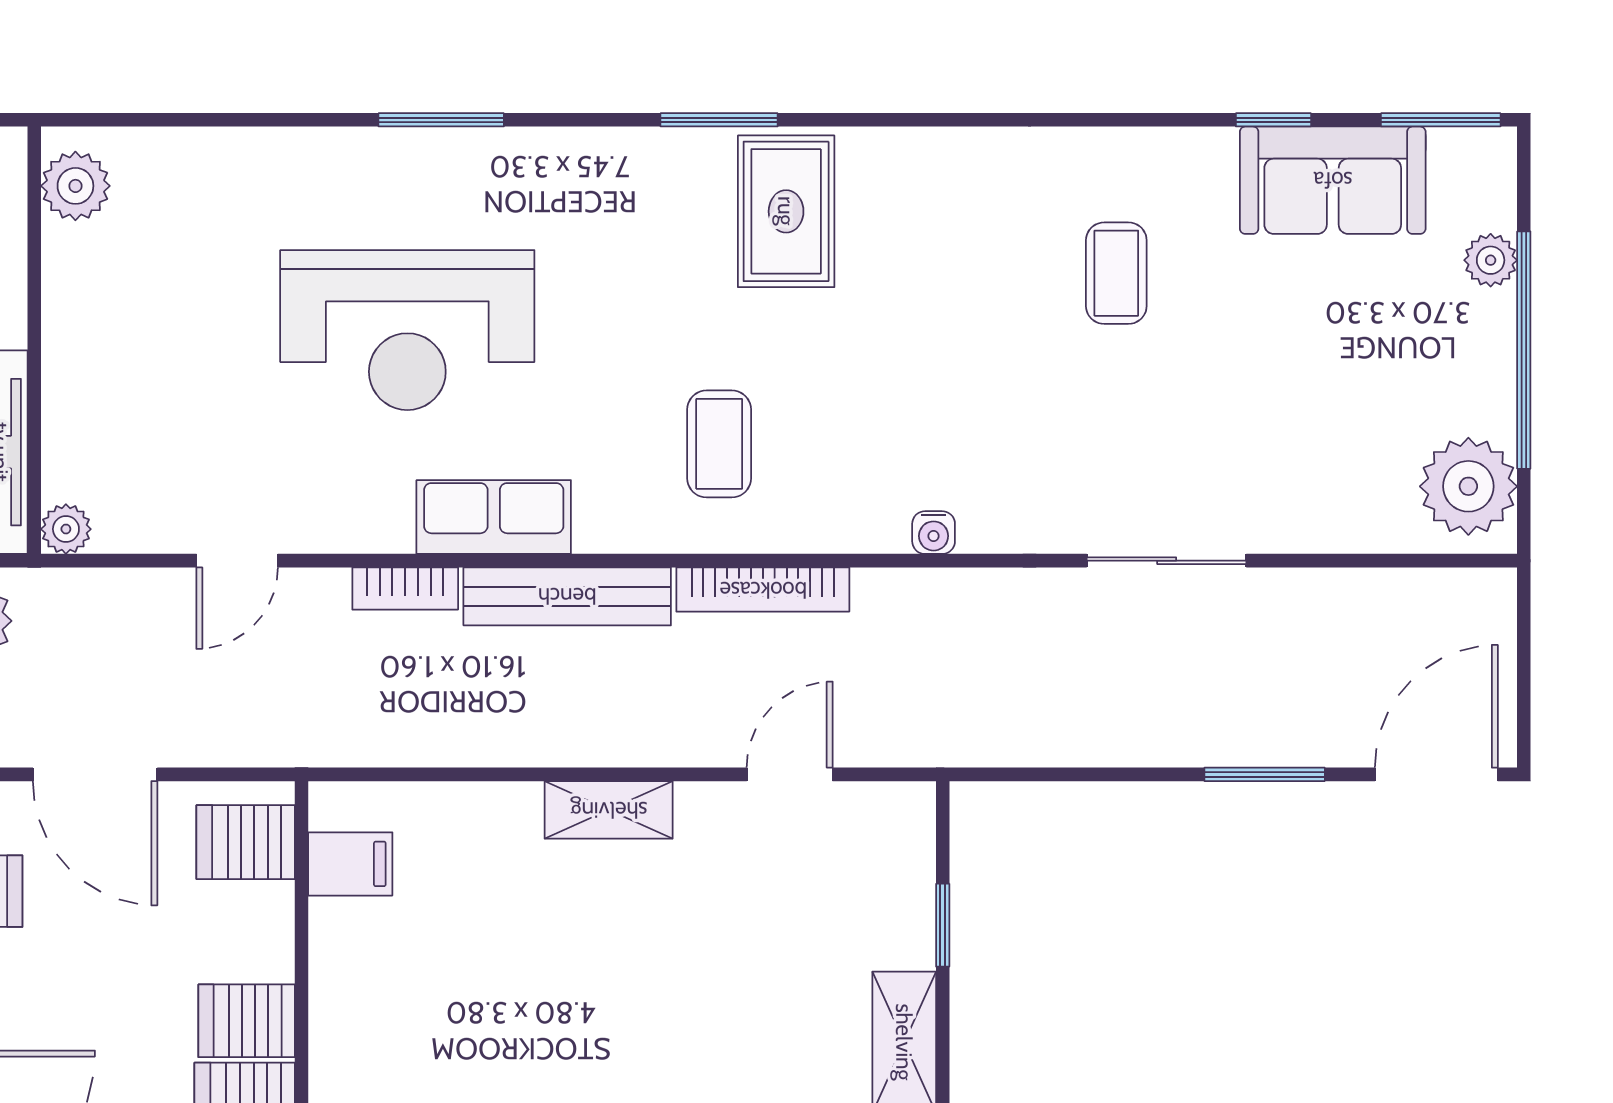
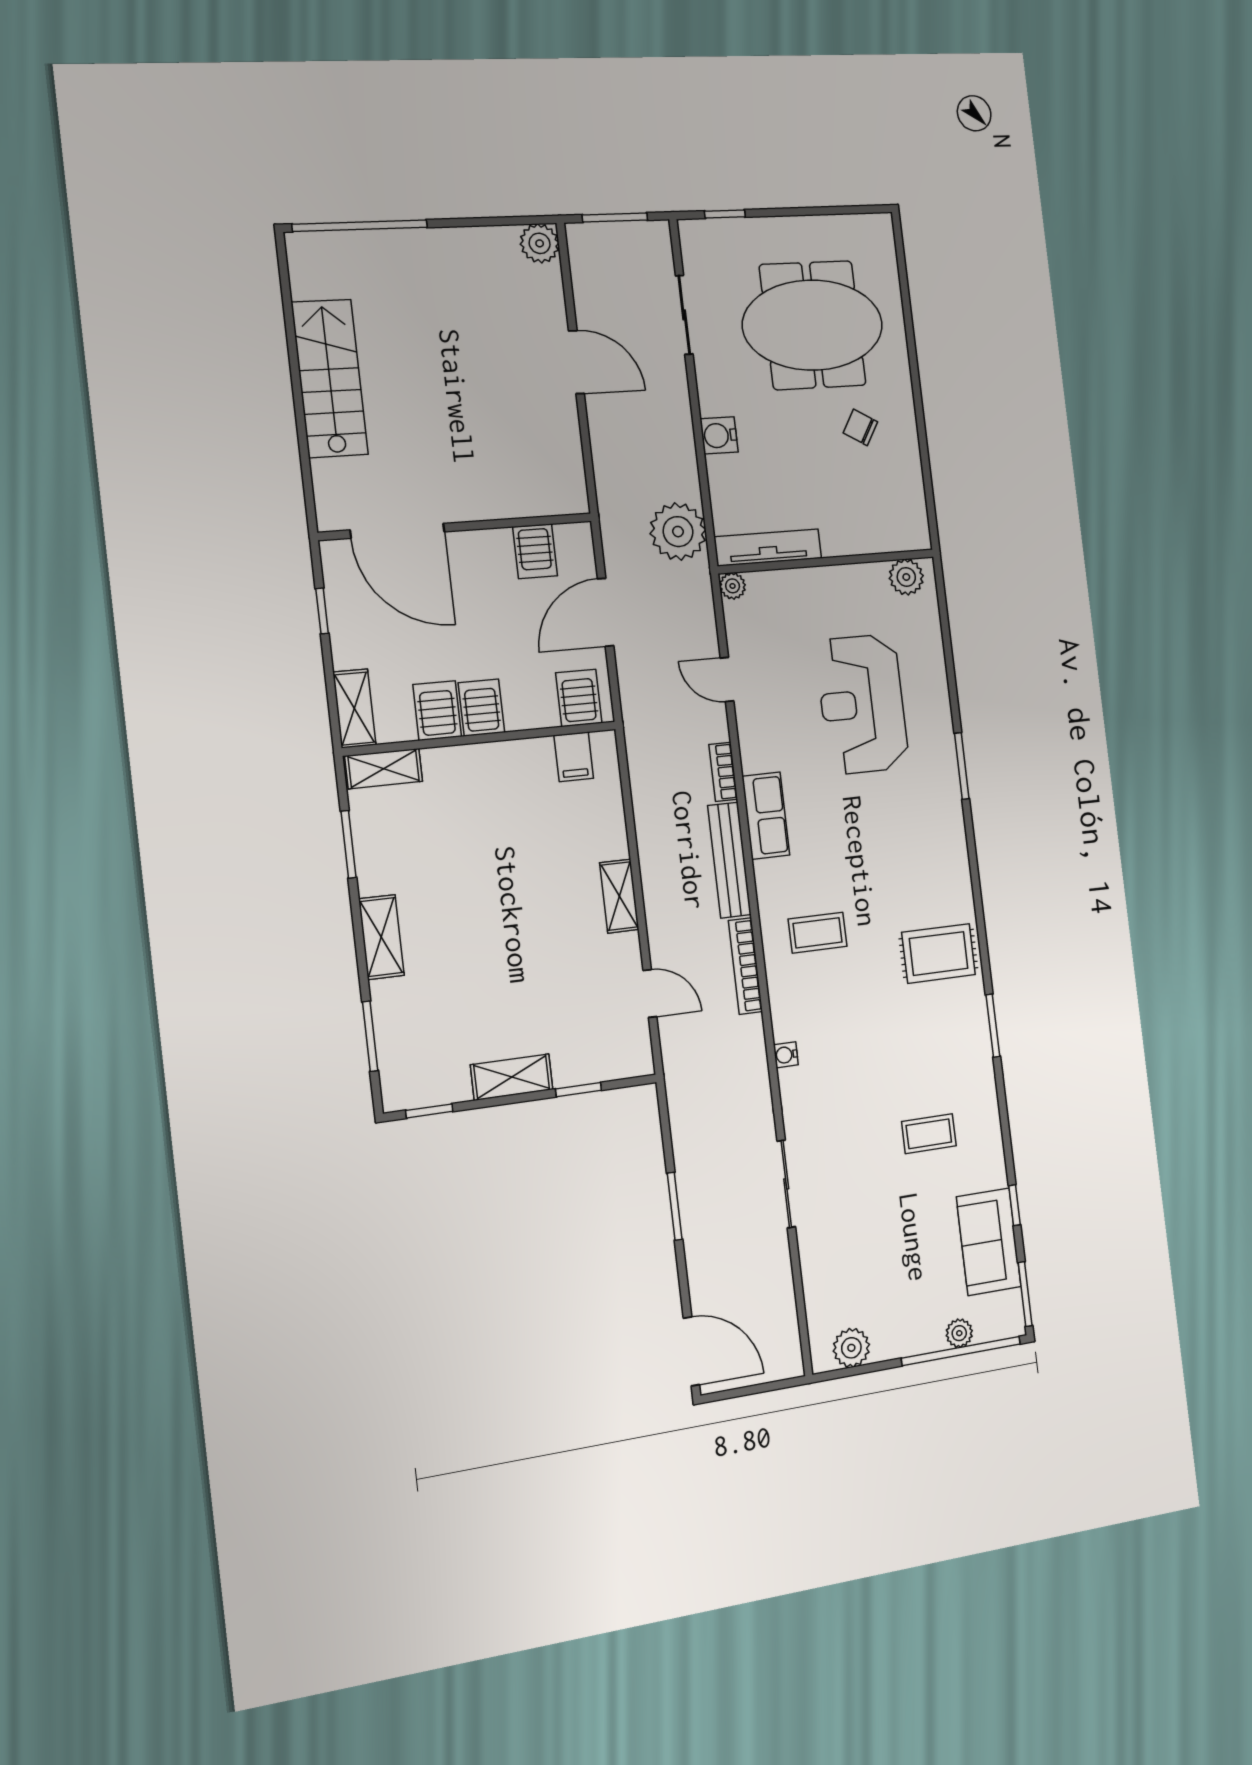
window: (719, 120) -> (993, 1026), moved
reception desk: (407, 330) -> (862, 704), moved
window: (1524, 350) -> (961, 1351), moved
plant: (1468, 486) -> (851, 1348), width x0.73, depth x0.73
window: (1265, 774) -> (675, 1206), moved

